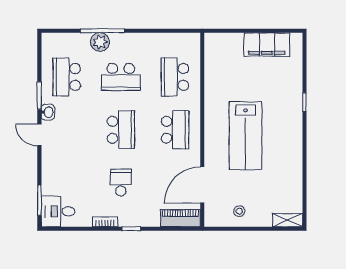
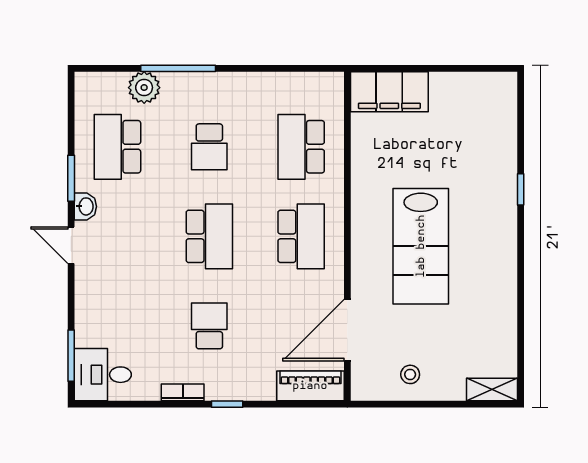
plant: (100, 42) -> (144, 88), moved
filing cabinet: (267, 45) -> (389, 92), moved
school desk: (121, 77) -> (209, 147), width x0.54

